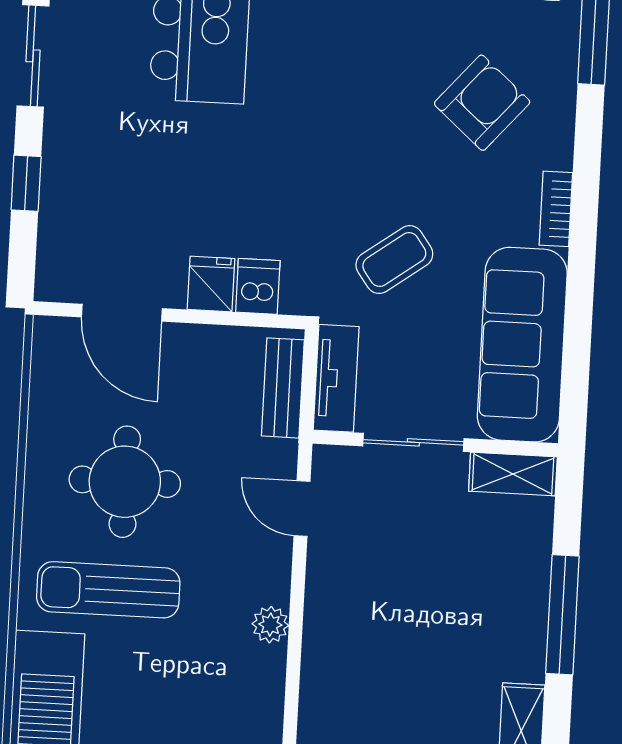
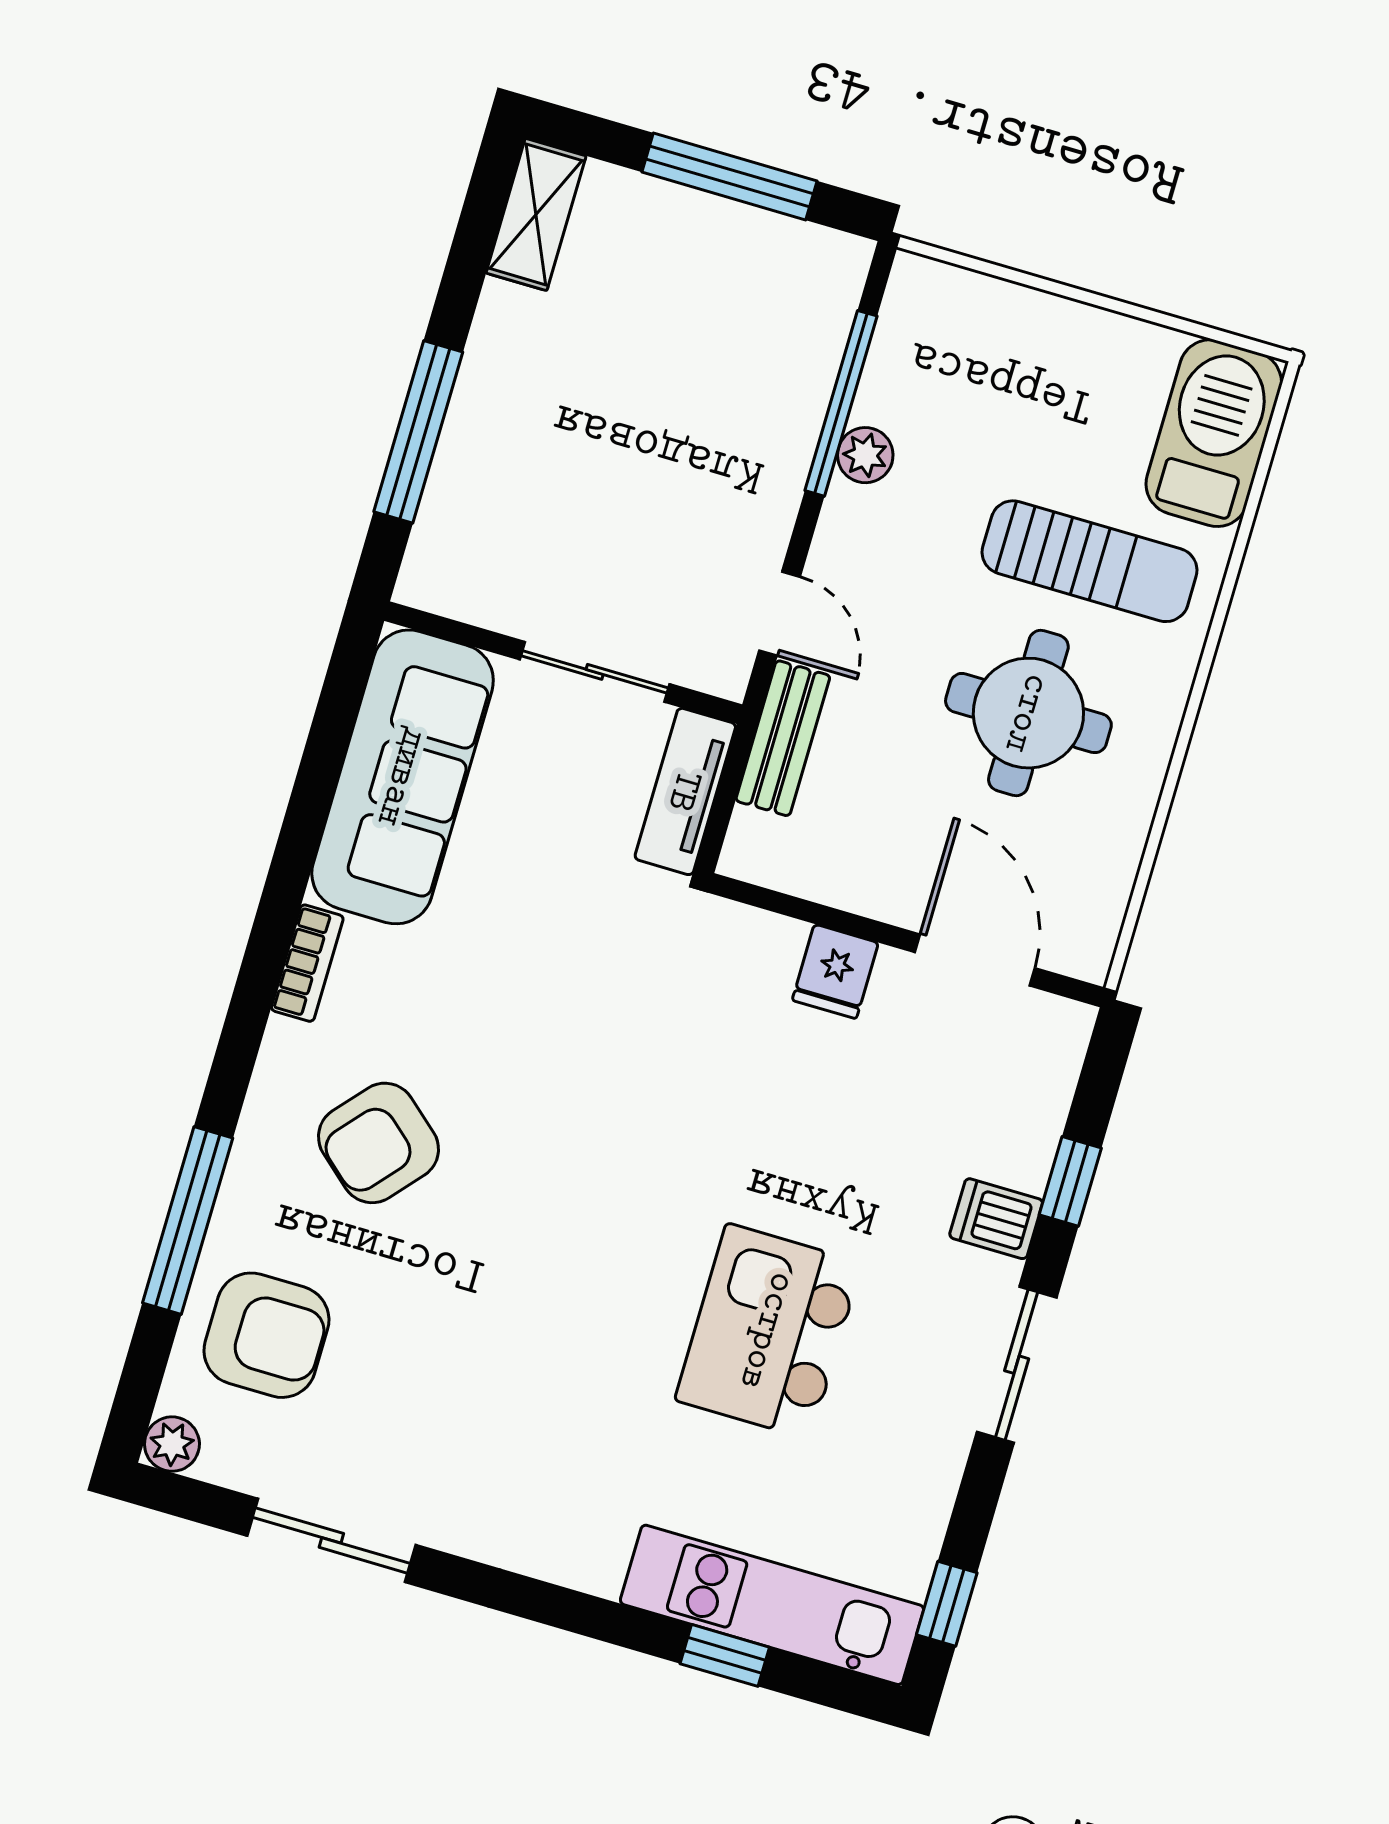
coffee table: (394, 260) -> (560, 945), removed
dishwasher: (258, 286) -> (996, 1219), moved, turned 90
bench: (283, 388) -> (783, 738), moved
shelving: (513, 474) -> (460, 592), removed
window: (562, 615) -> (418, 432), moved
window: (294, 655) -> (841, 403), added

